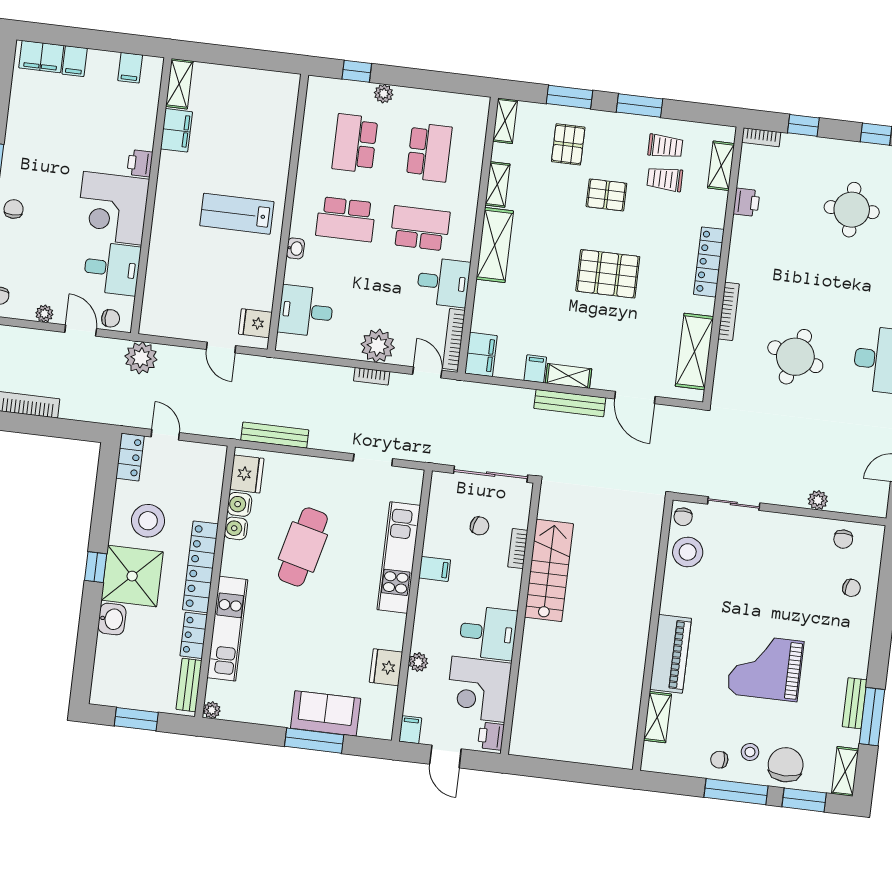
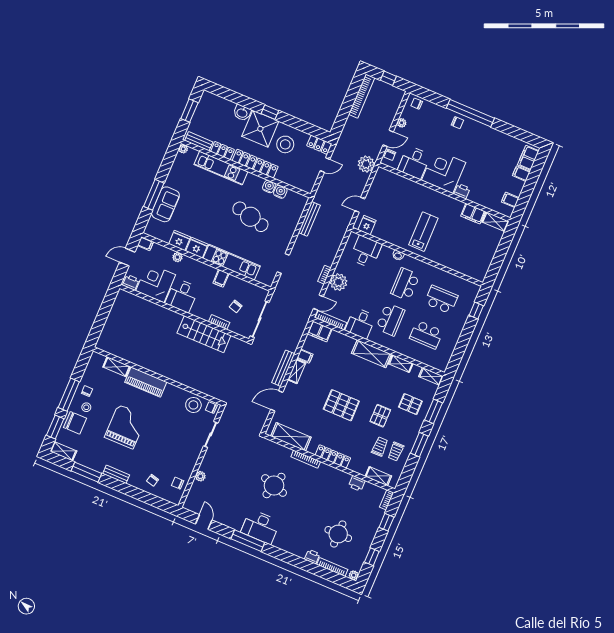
plant: (384, 94) -> (462, 321), removed
pallet: (608, 274) -> (341, 405), turned 90
fridge: (247, 474) -> (197, 248), moved, turned 180
bench: (855, 703) -> (116, 474), moved

